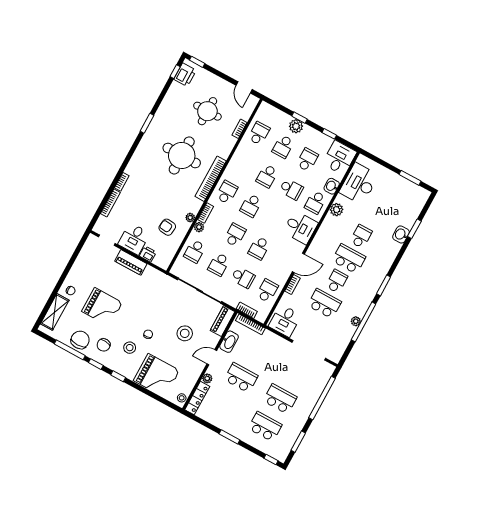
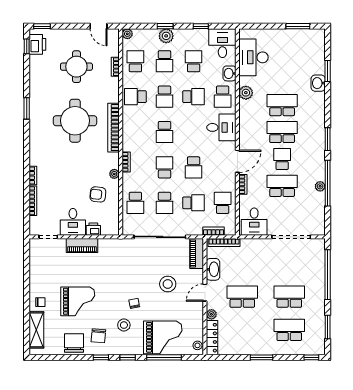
school desk: (227, 192) -> (135, 97), moved, turned -90
plant: (199, 227) -> (127, 34), moved
school desk: (361, 236) -> (282, 105), width x1.85
window: (70, 350) -> (164, 357), moved

